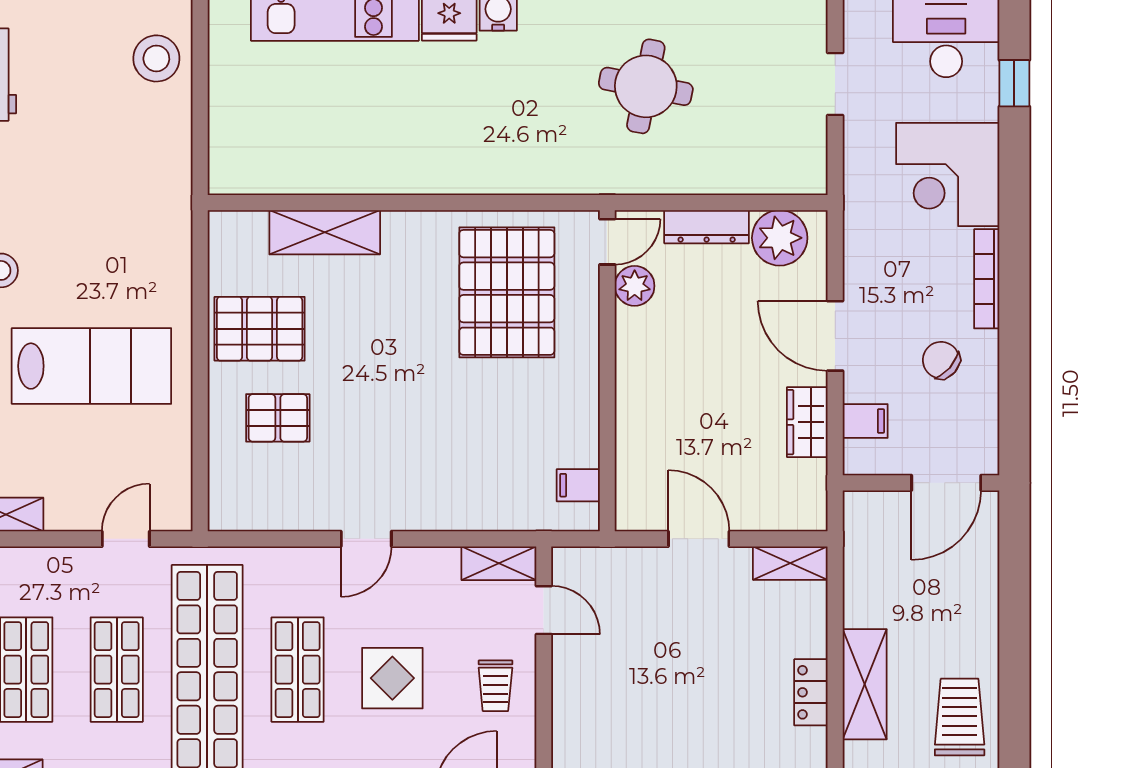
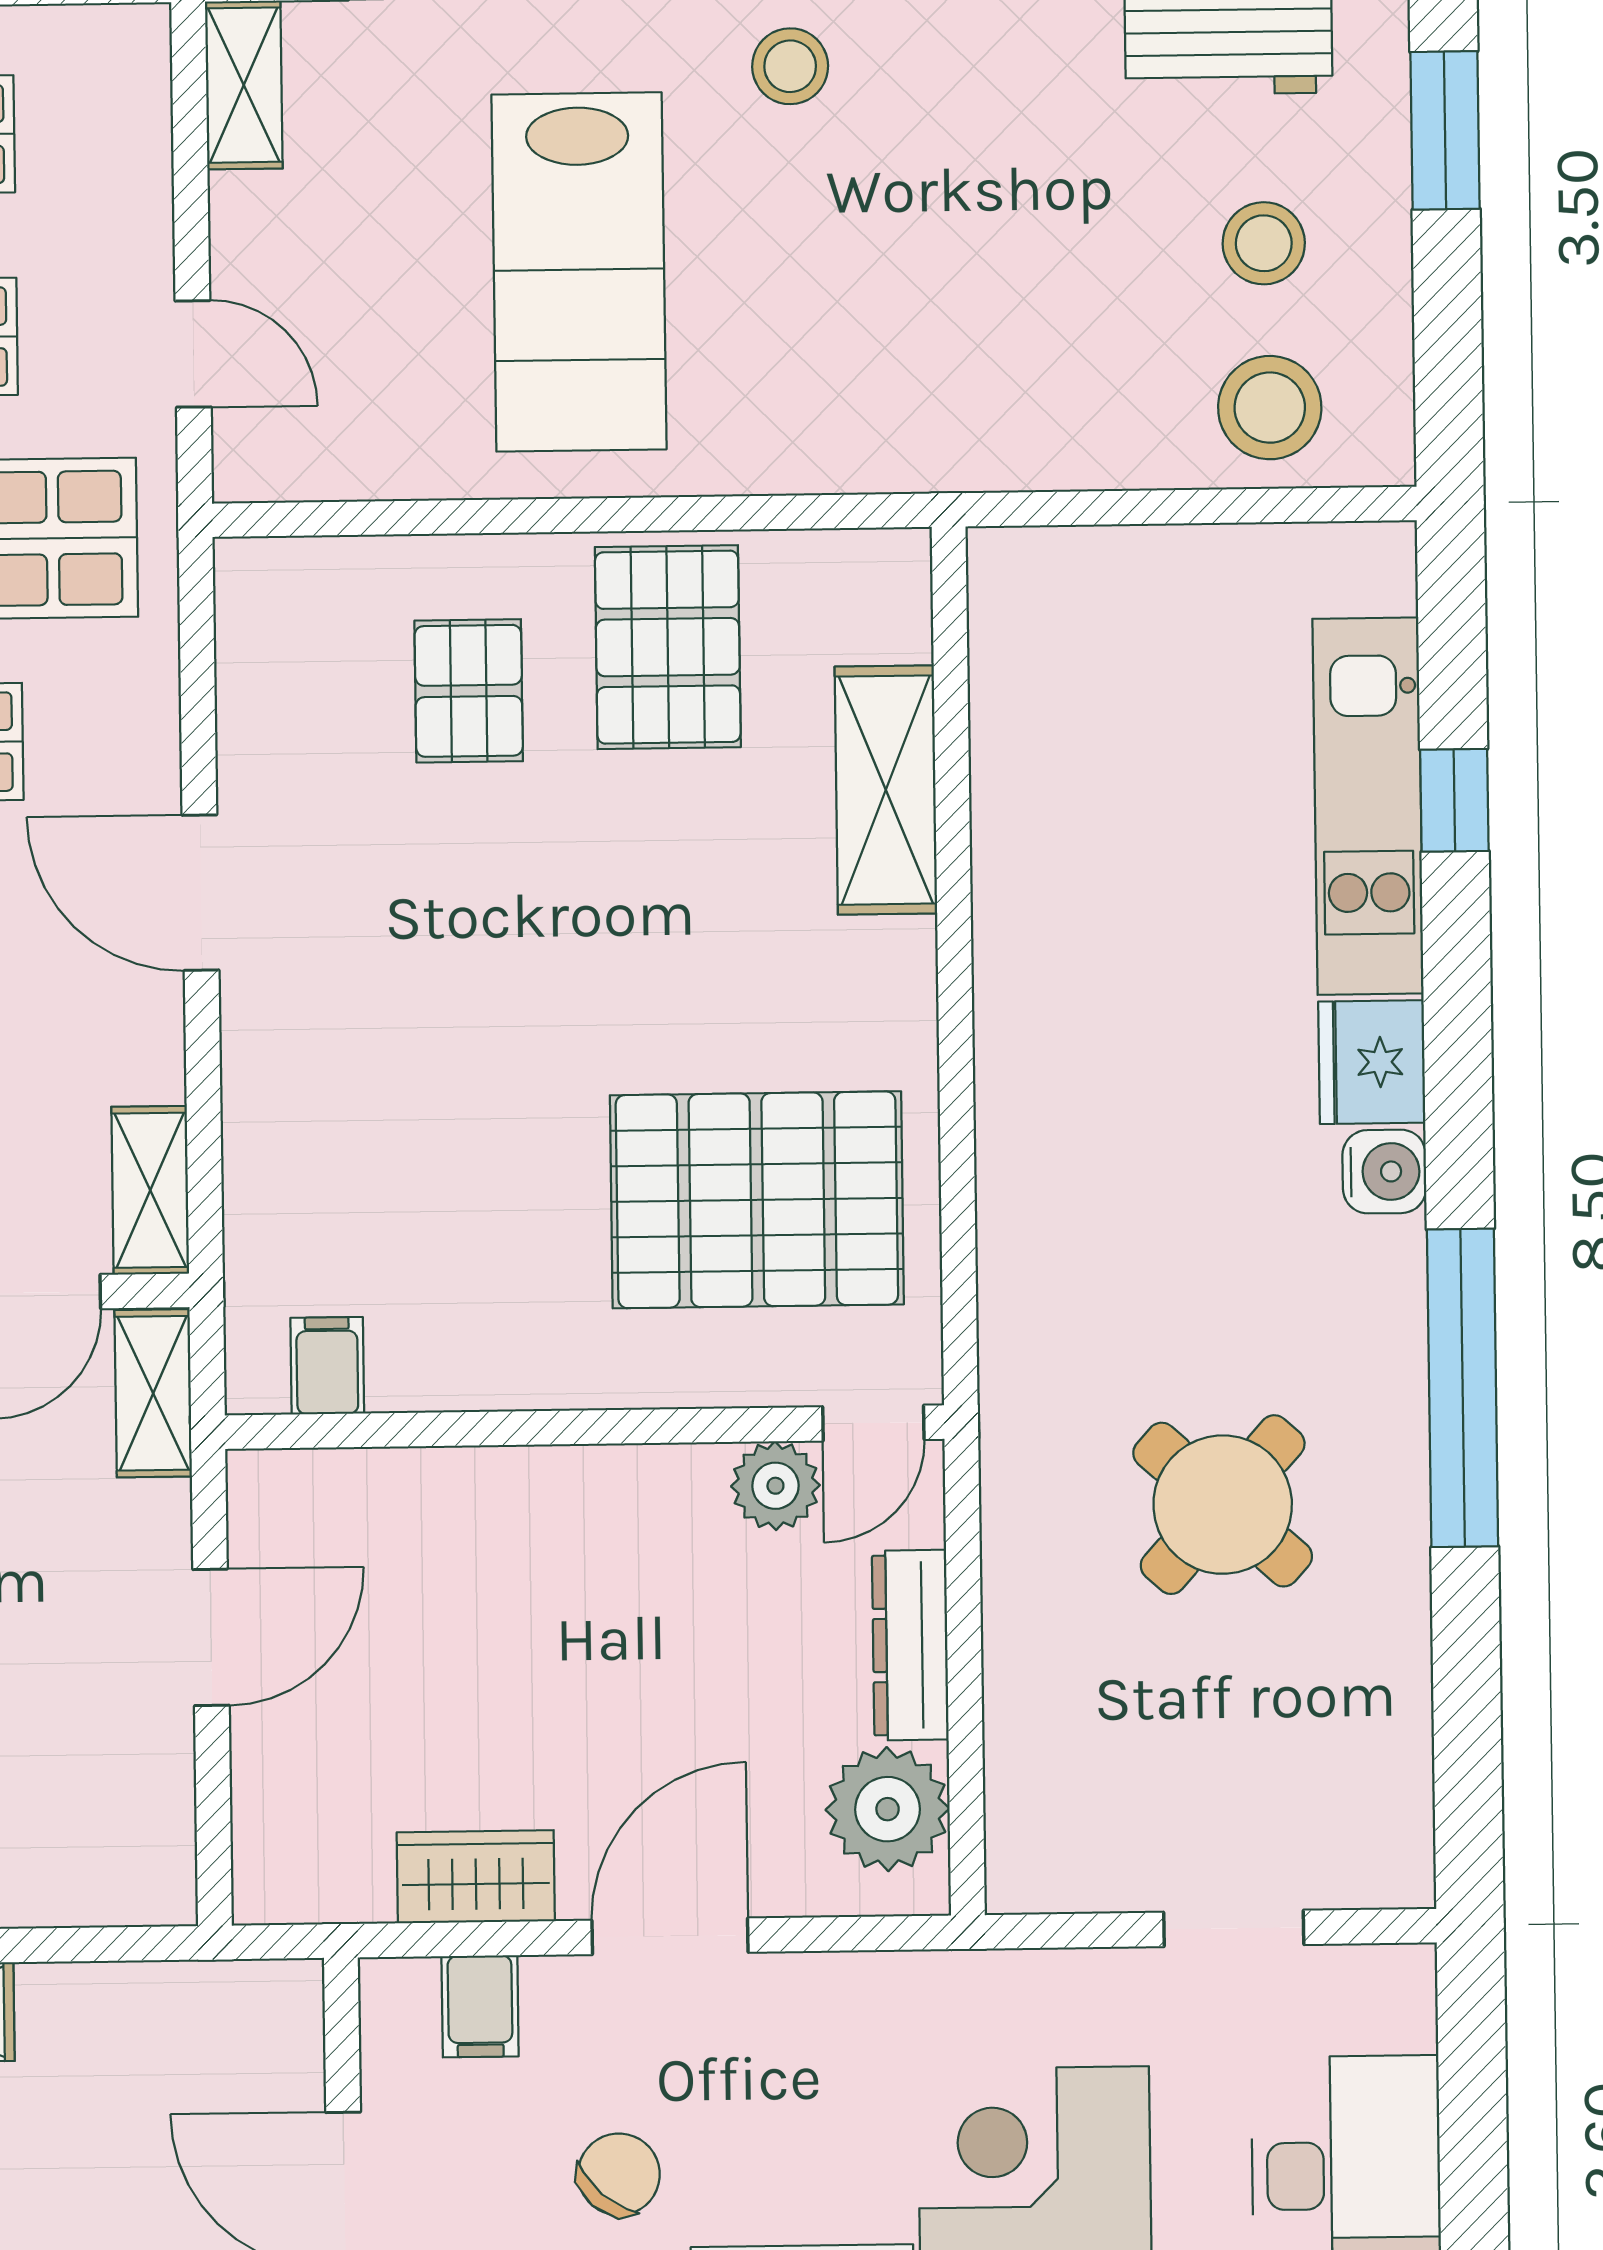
stool: (83, 60) -> (1264, 243), added
round table: (646, 86) -> (1223, 1505), turned 31
door: (607, 242) -> (873, 1423), hinge flipped
door: (366, 539) -> (201, 893), width x1.38
shelving: (790, 563) -> (153, 1393), moved

